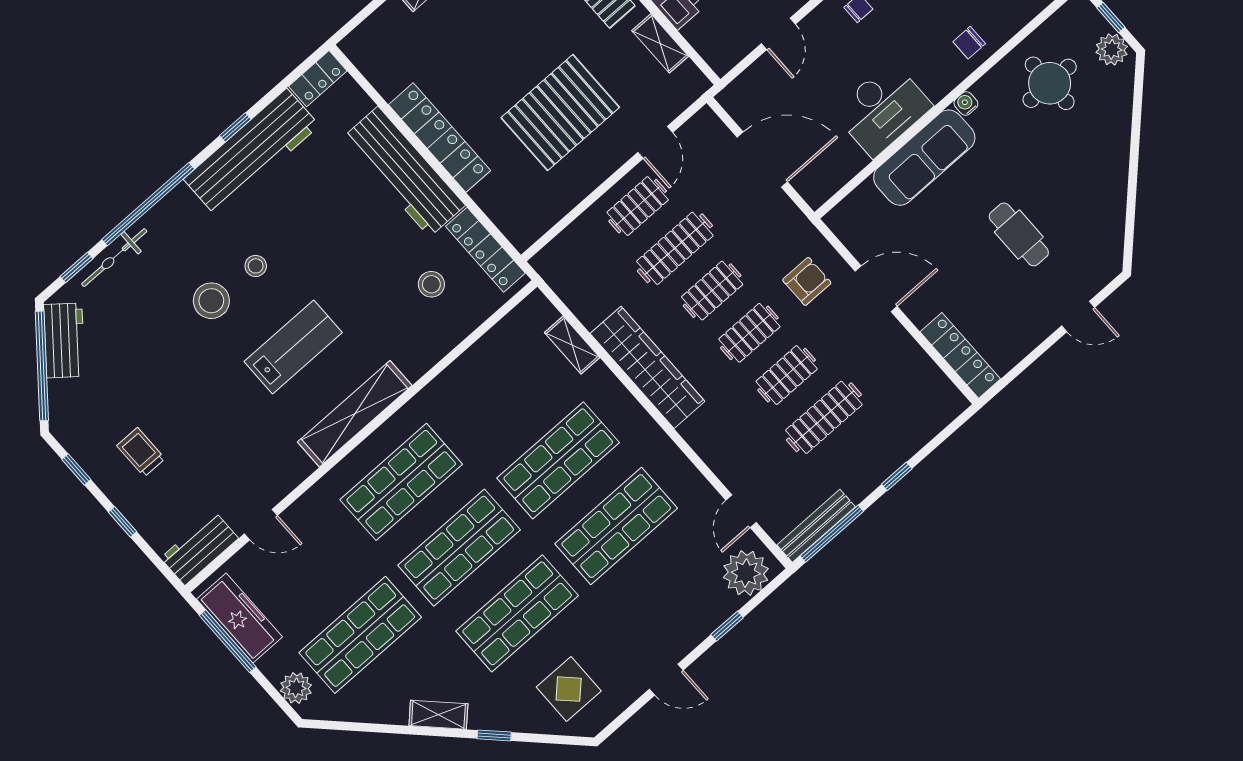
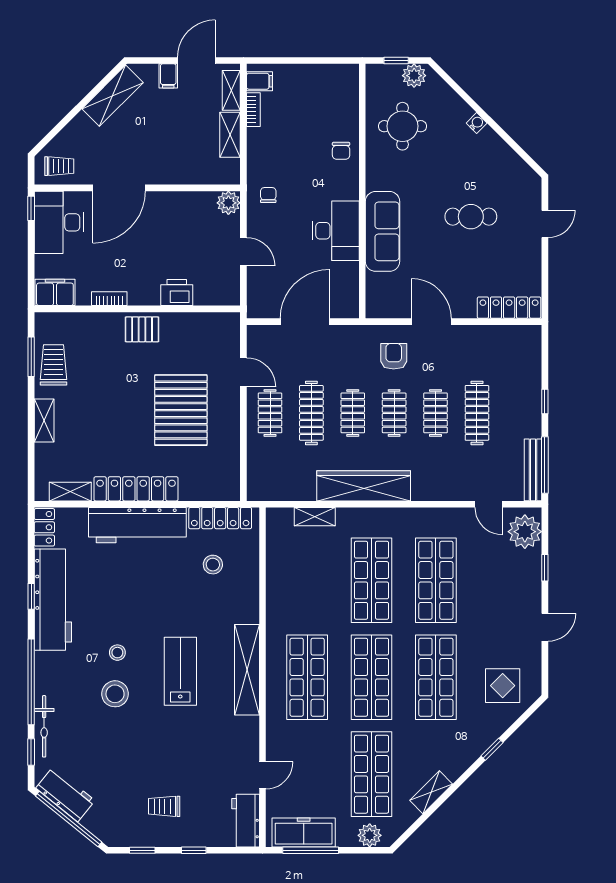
shelving: (660, 43) -> (70, 492), moved
water cooler: (966, 103) -> (477, 123), moved, turned 135
door: (876, 289) -> (431, 322), hinge flipped
shelving: (438, 715) -> (431, 792), moved

